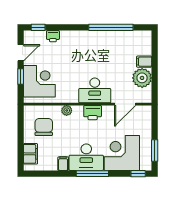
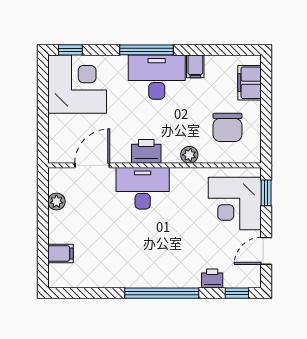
window: (111, 27) -> (162, 293), moved
filing cabinet: (144, 62) -> (60, 253), moved
window: (21, 77) -> (266, 193), moved
plant: (142, 78) -> (56, 202), width x0.53, depth x0.53
window: (155, 151) -> (43, 88), removed
corner desk: (122, 153) -> (77, 84), moved, turned -90

